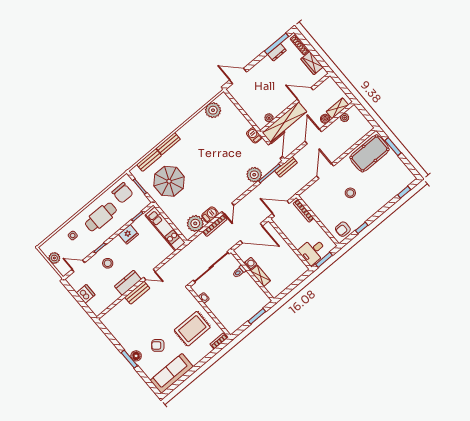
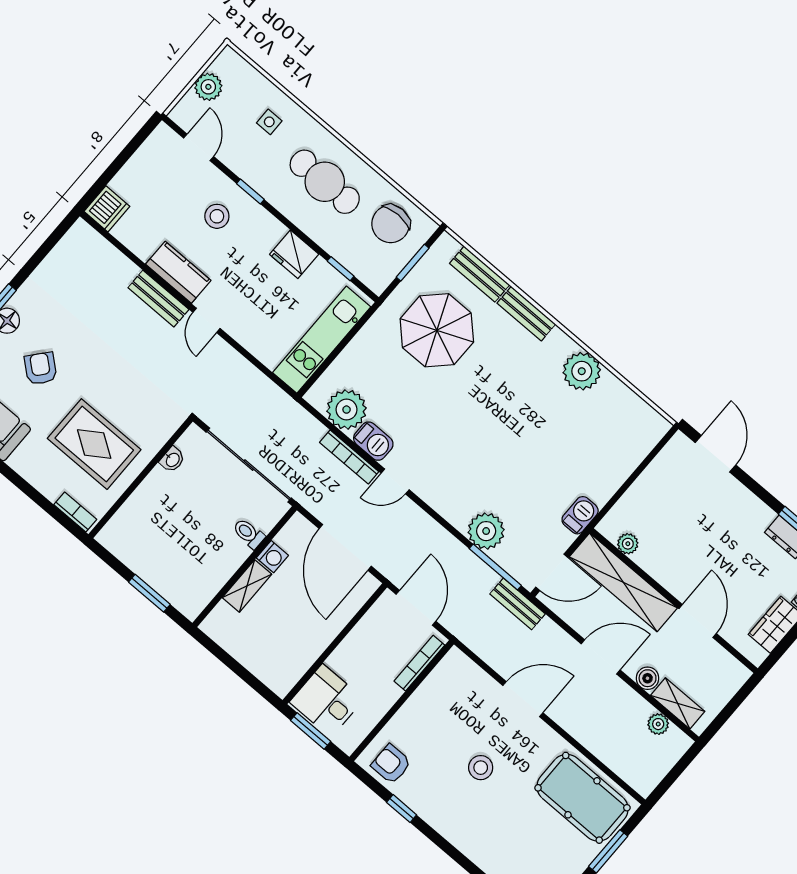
plant: (213, 110) -> (582, 371), moved
dishwasher: (86, 294) -> (107, 209), moved

